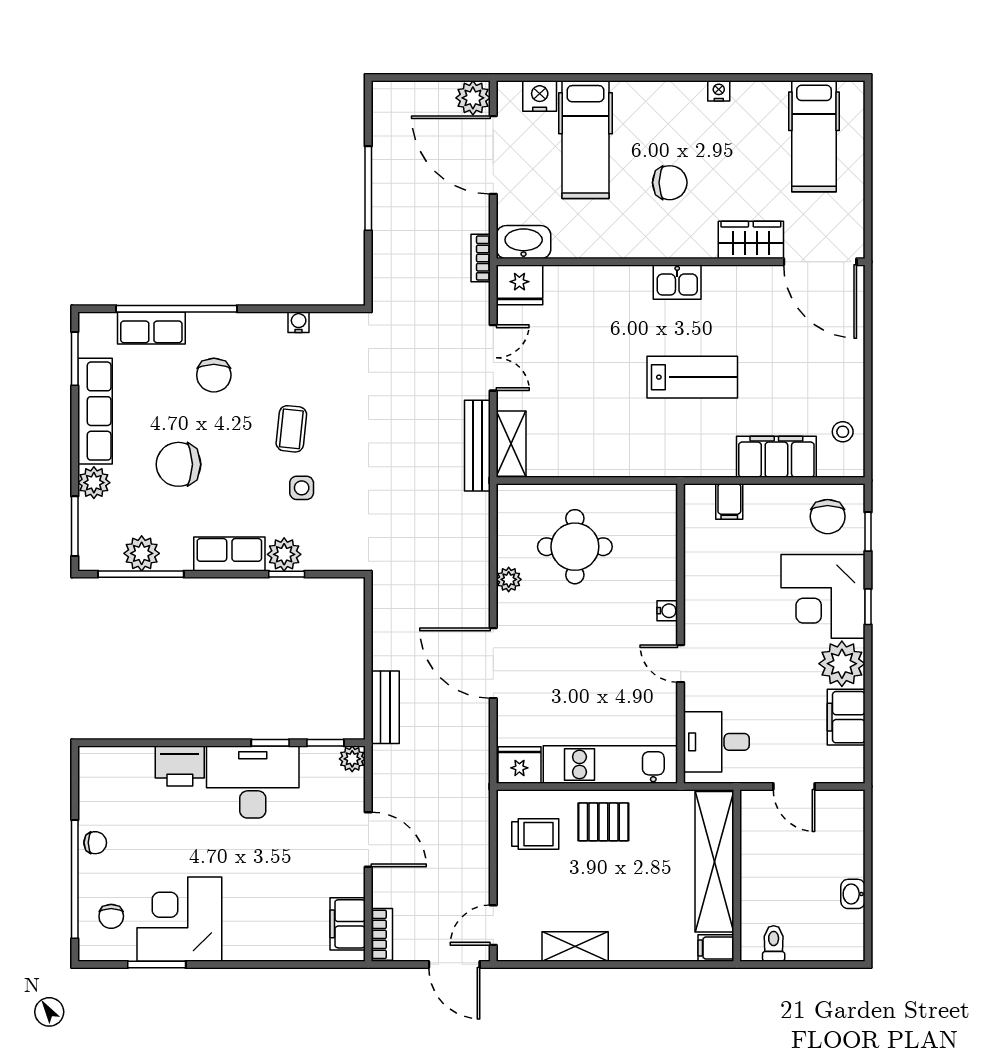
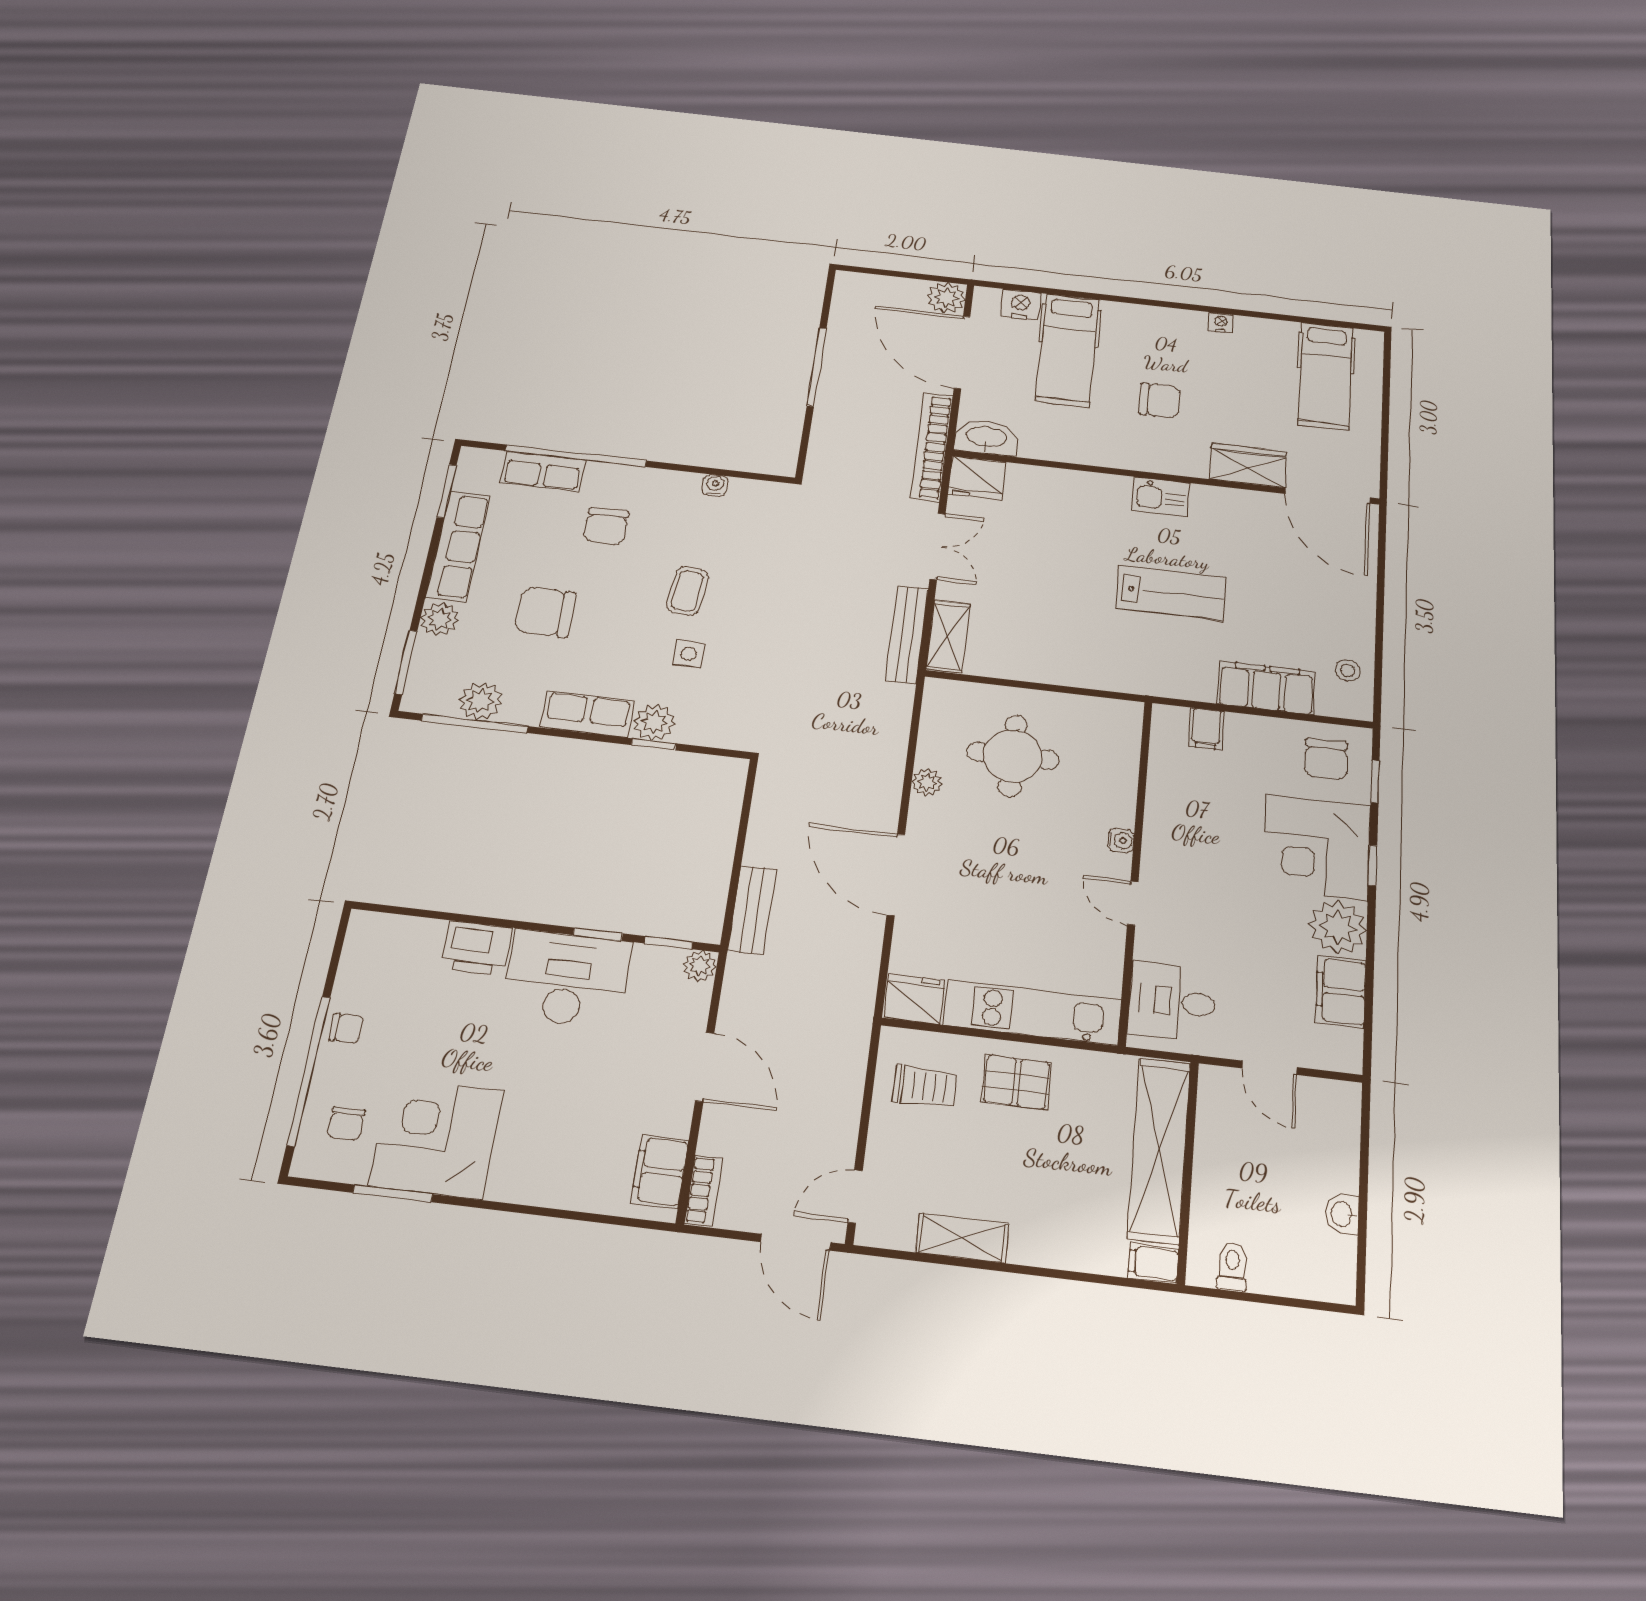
bookcase: (481, 258) -> (932, 447), width x2.31, depth x1.31

